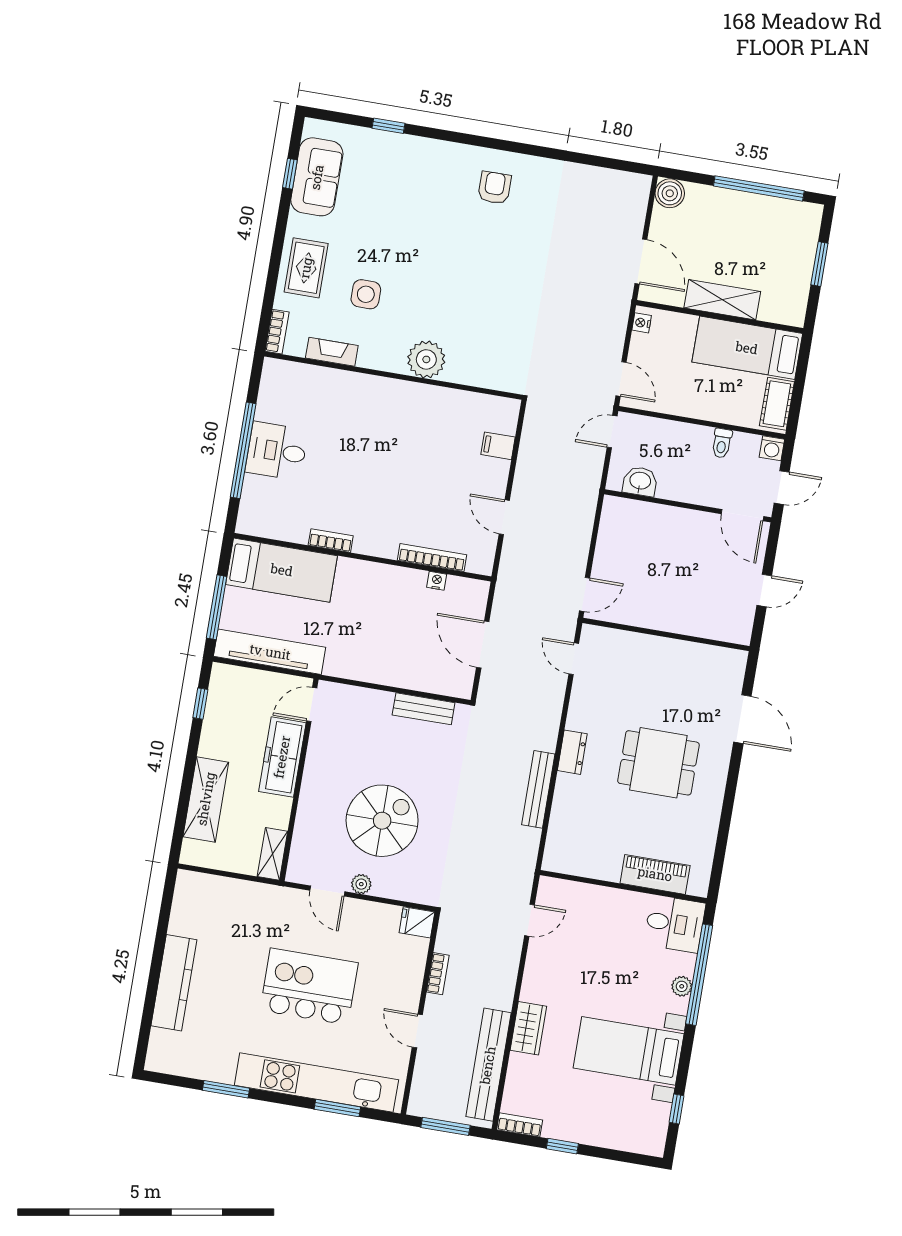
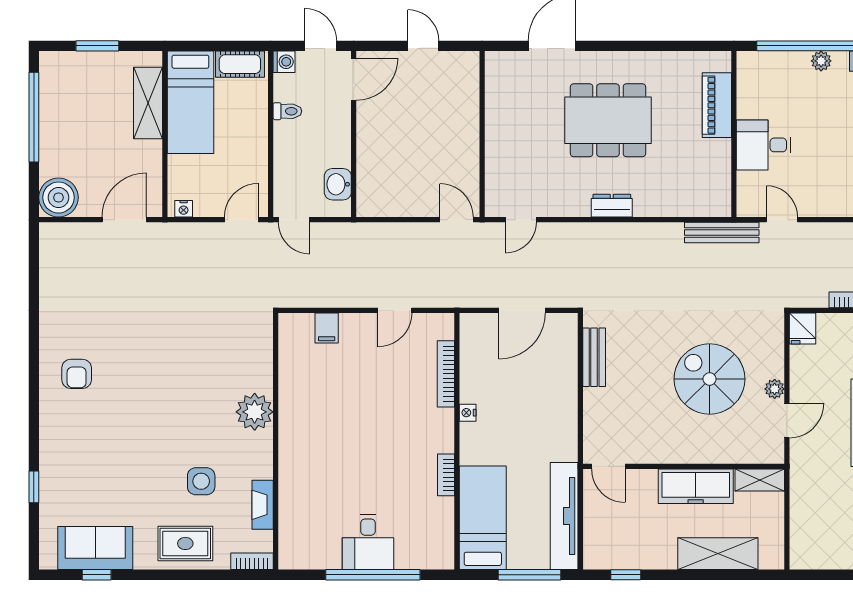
armchair: (494, 188) -> (77, 374), turned -90
boiler: (670, 193) -> (59, 198), width x1.37, depth x1.37
shelving: (722, 300) -> (148, 103), moved
nightstand: (437, 581) -> (468, 413), moved
freezer: (282, 757) -> (696, 486), moved
dining table: (658, 763) -> (608, 120), width x1.38
bench: (538, 789) -> (722, 233), moved
desk: (675, 924) -> (764, 145), moved, turned -90

